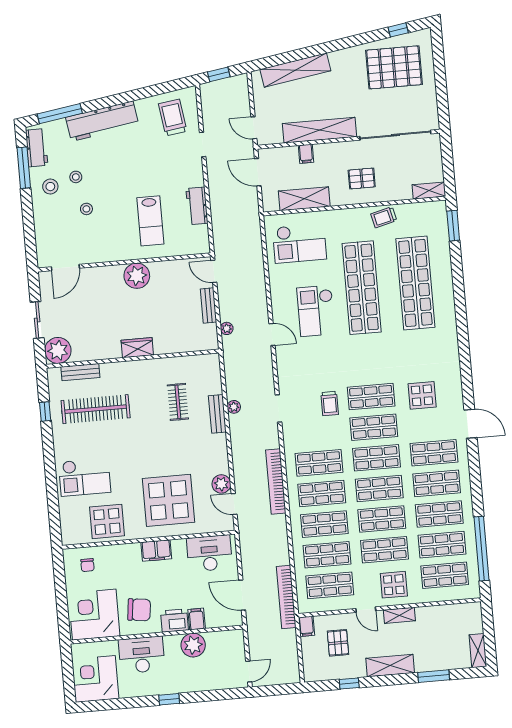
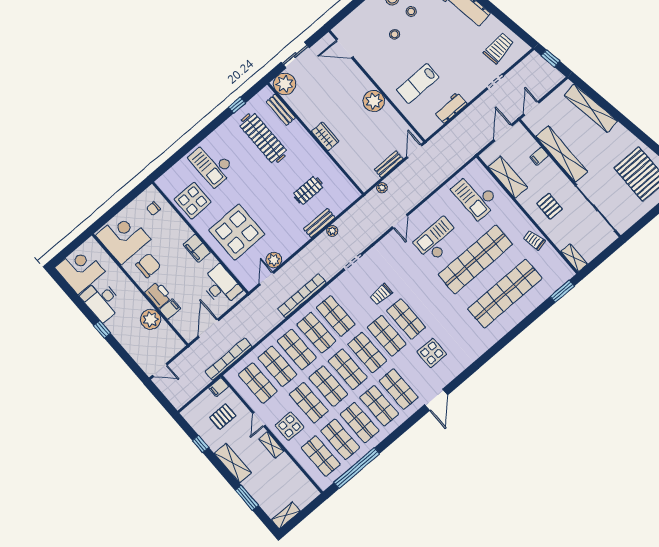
chair: (139, 610) -> (148, 266), turned -97
desk: (142, 655) -> (102, 300), moved, turned 180

